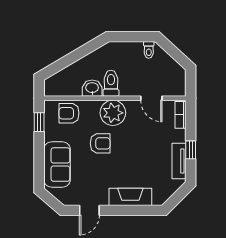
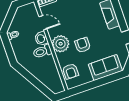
washbasin: (92, 88) -> (41, 38), moved
door: (151, 98) -> (43, 23), hinge flipped
window: (39, 122) -> (83, 88), removed

